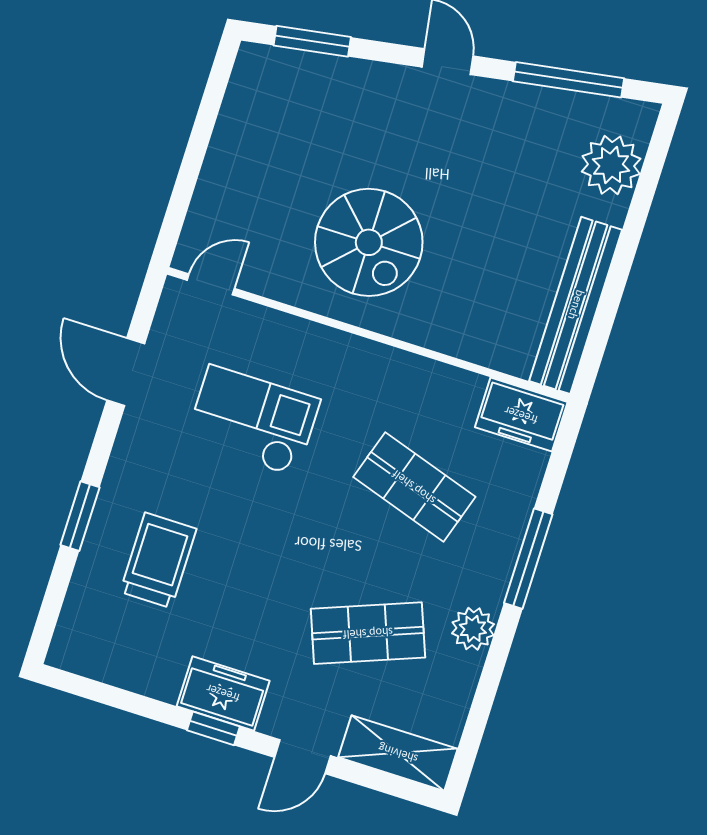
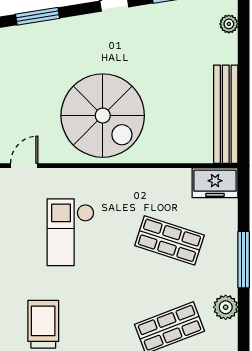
plant: (611, 165) -> (229, 24), width x0.53, depth x0.53
spiral stairs: (369, 242) -> (103, 116), width x1.37, depth x1.37
checkout: (253, 421) -> (70, 232), turned -90

